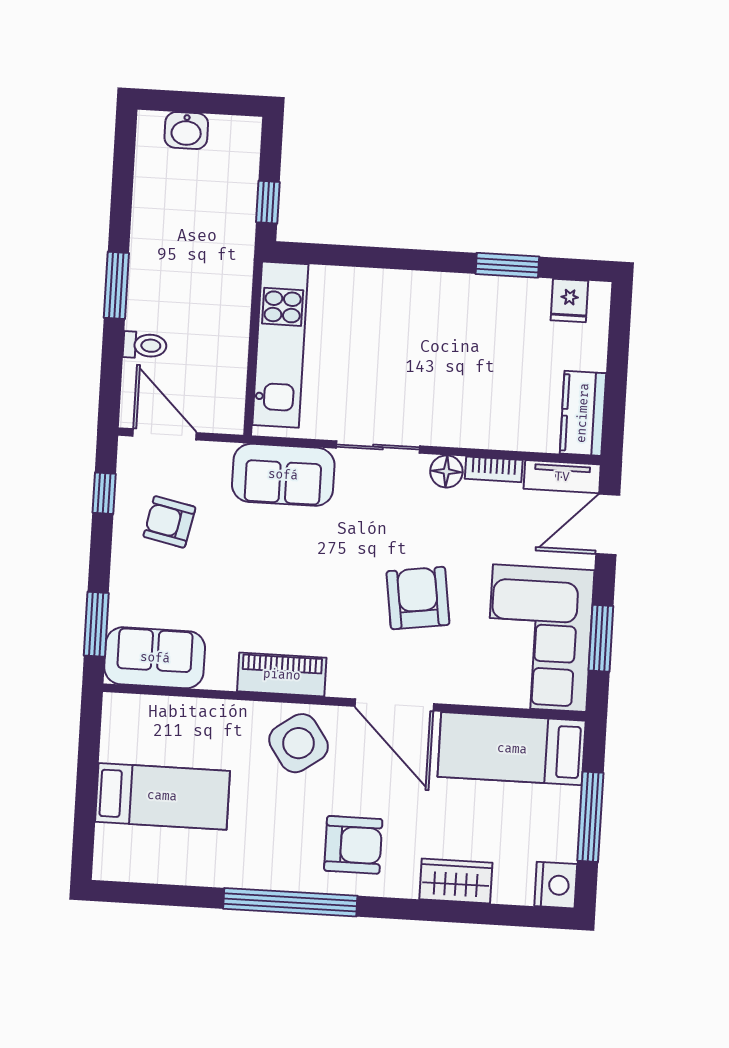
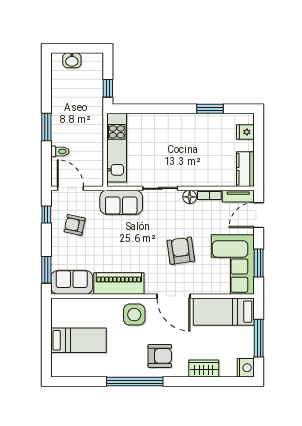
fridge: (569, 301) -> (245, 132), moved, turned 90
piano: (282, 675) -> (119, 284), width x1.37, depth x1.33
side table: (299, 743) -> (134, 315), turned 35

